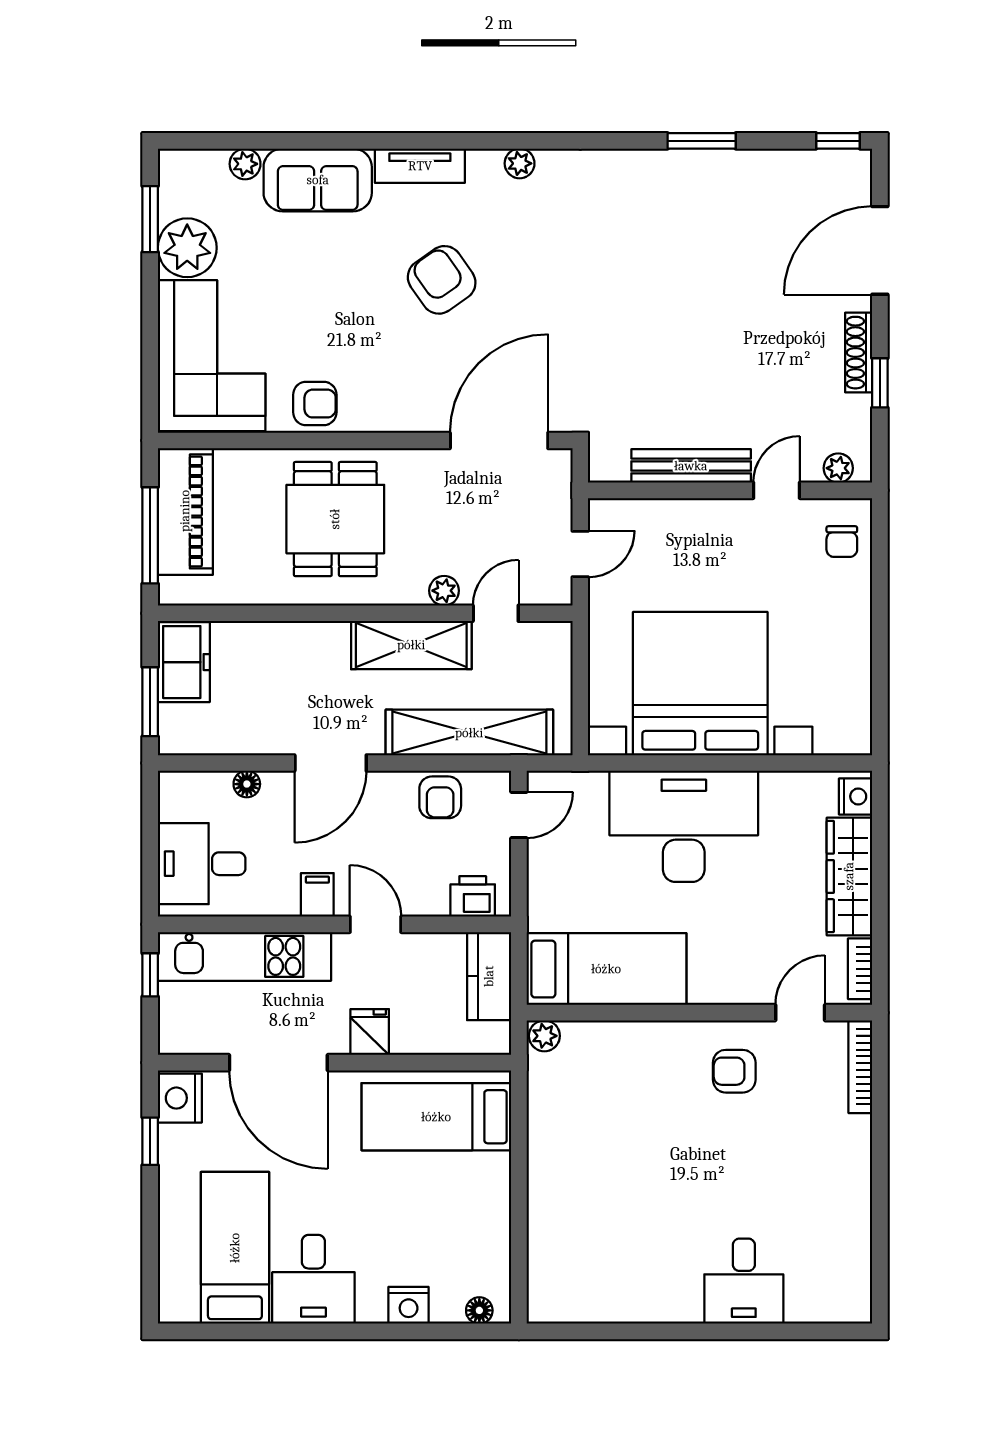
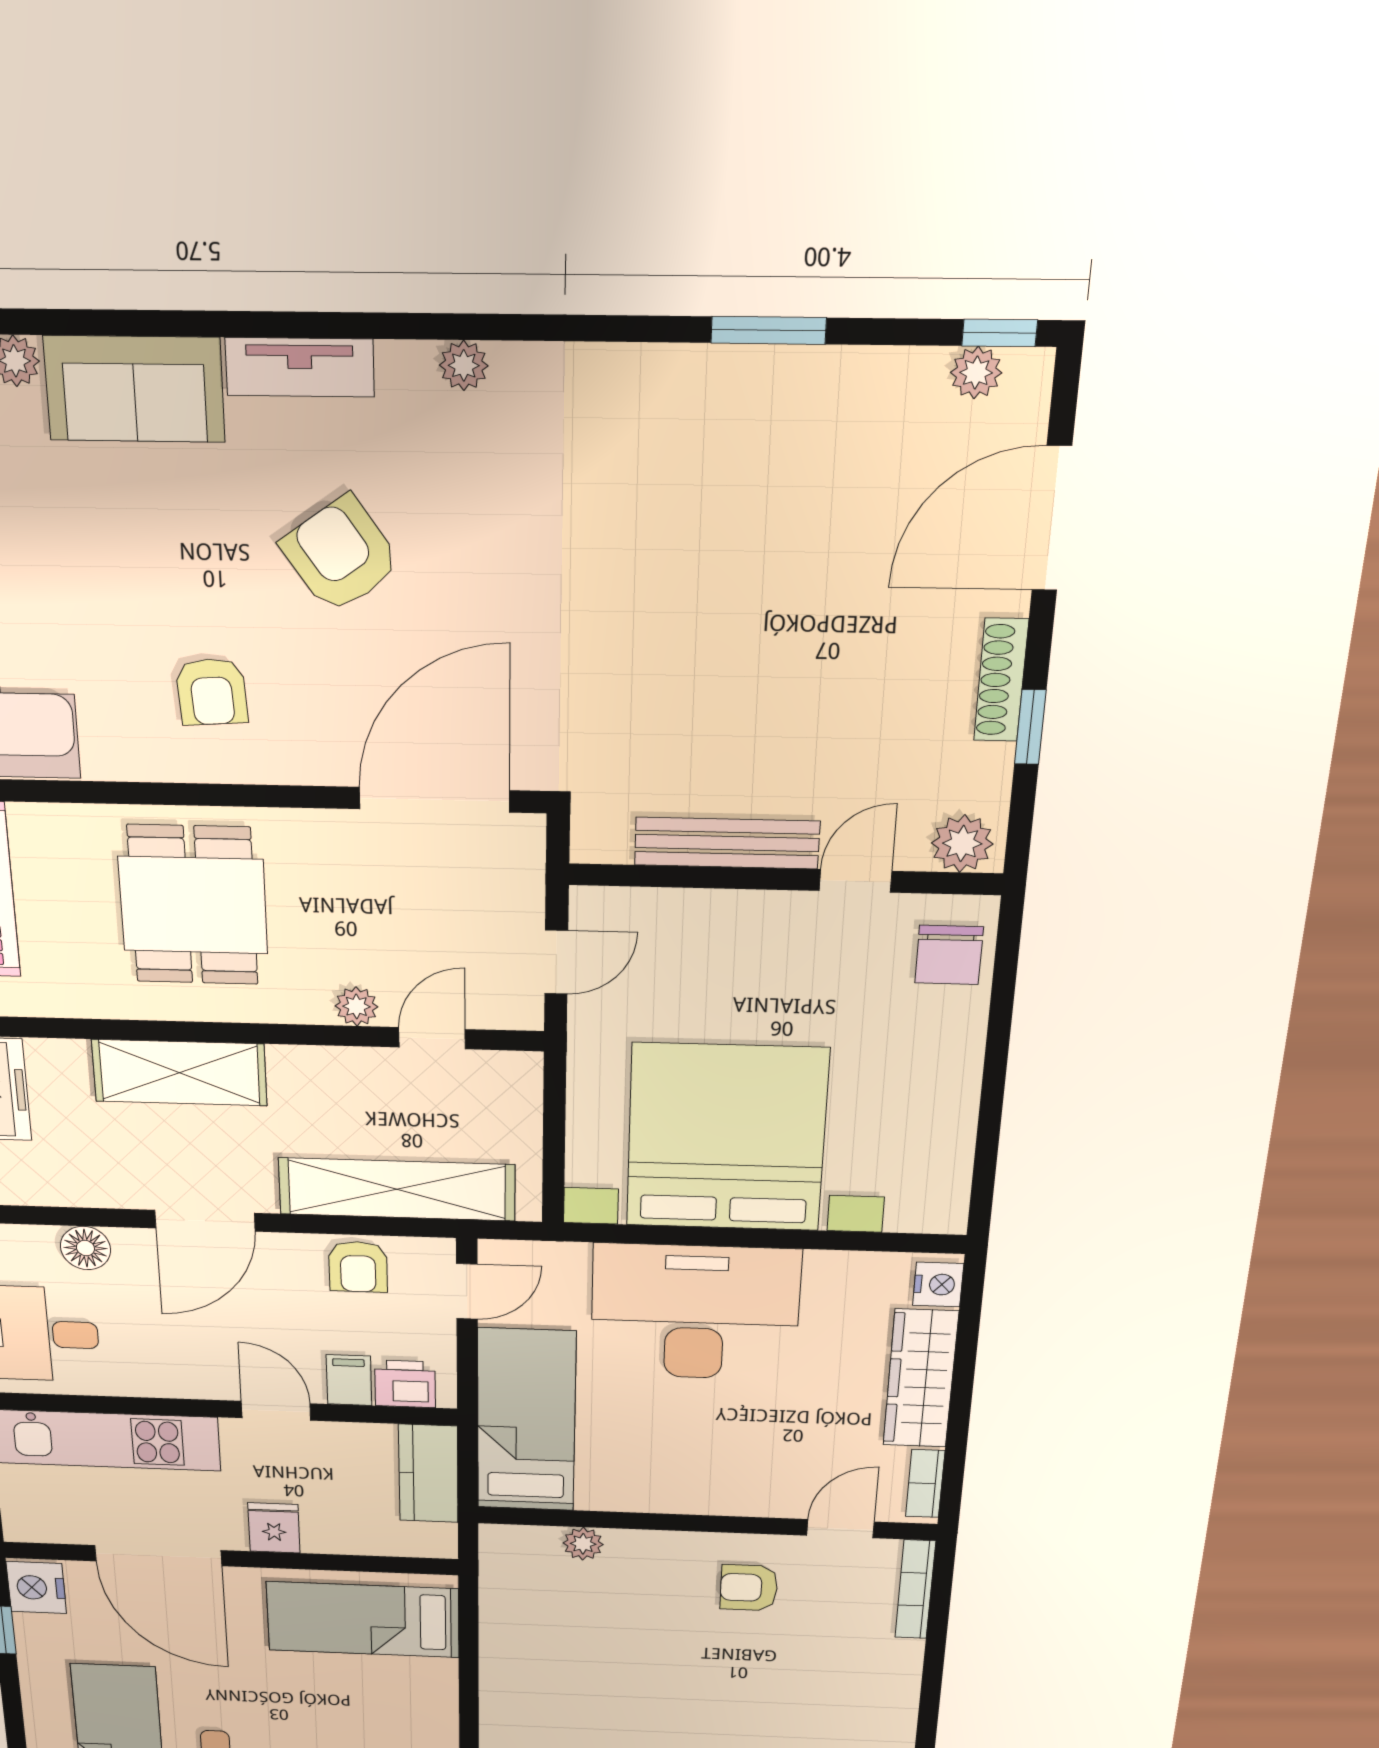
plant: (826, 164) -> (976, 373), added
armchair: (315, 404) -> (212, 692), moved, turned 86
plant: (838, 468) -> (962, 843), width x1.38, depth x1.38
chair: (842, 542) -> (949, 955), width x1.37, depth x1.37
shelving: (411, 645) -> (180, 1073), moved
floor lamp: (247, 784) -> (85, 1248), width x1.37, depth x1.37
filing cabinet: (317, 895) -> (349, 1380), moved
bed: (606, 969) -> (526, 1420), moved, turned -90
plant: (544, 1036) -> (583, 1544), moved

